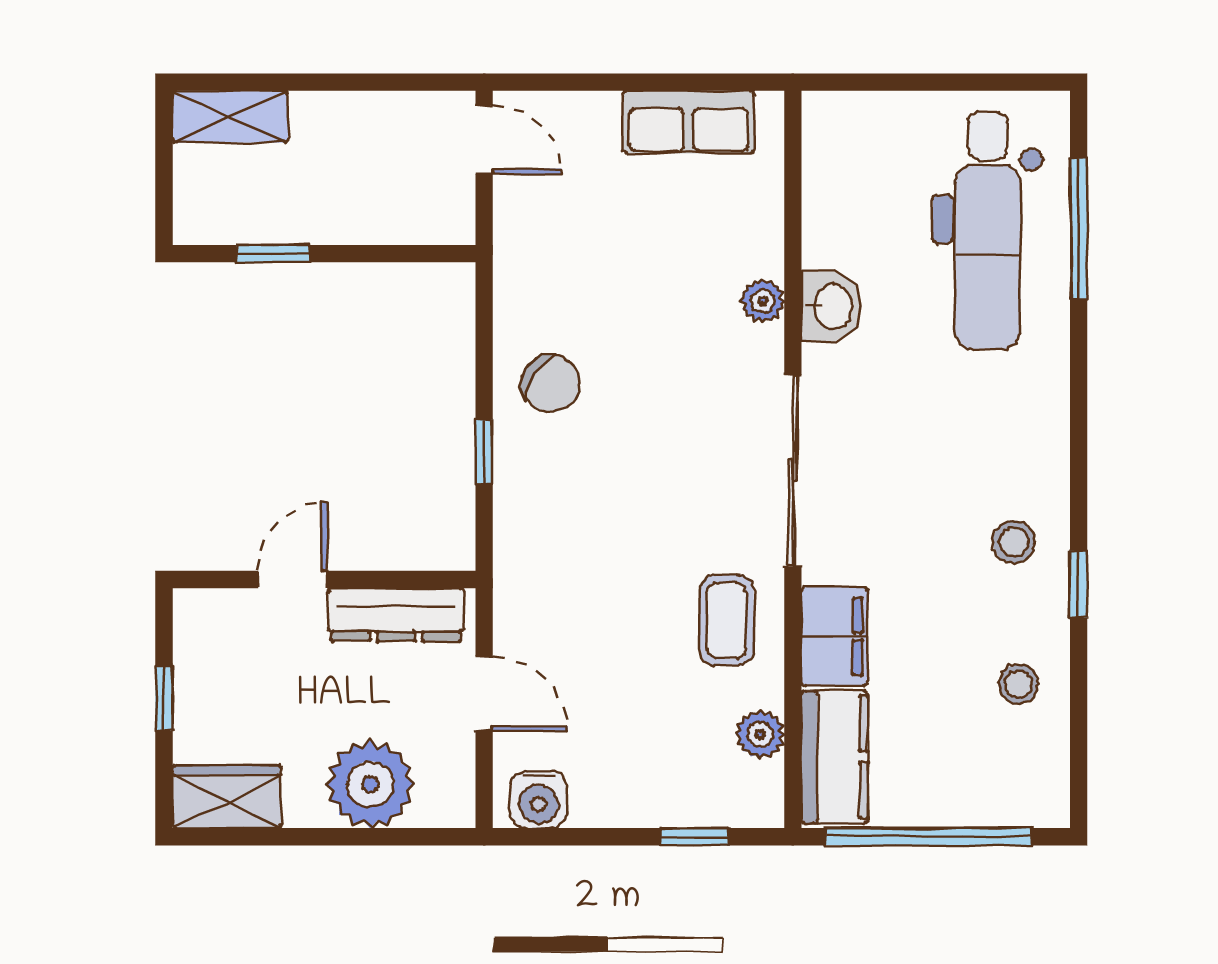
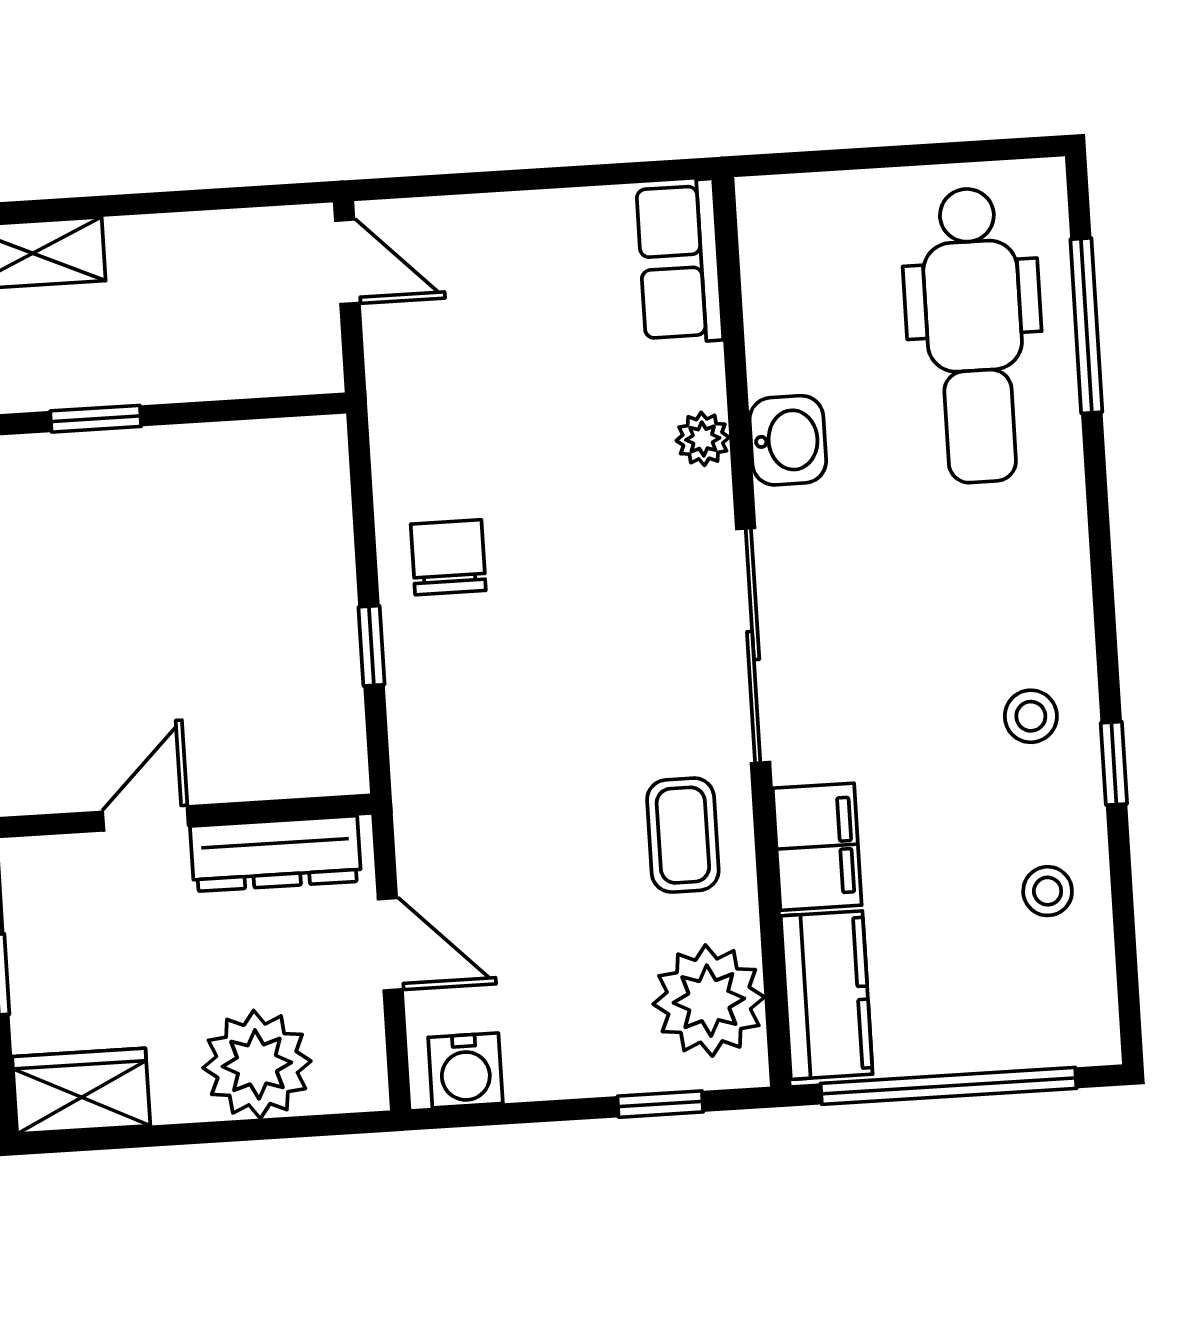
row of seats: (688, 122) -> (680, 262), moved, turned 90
chair: (551, 384) -> (448, 557), turned -123
plant: (760, 734) -> (709, 1001), width x1.88, depth x1.88

